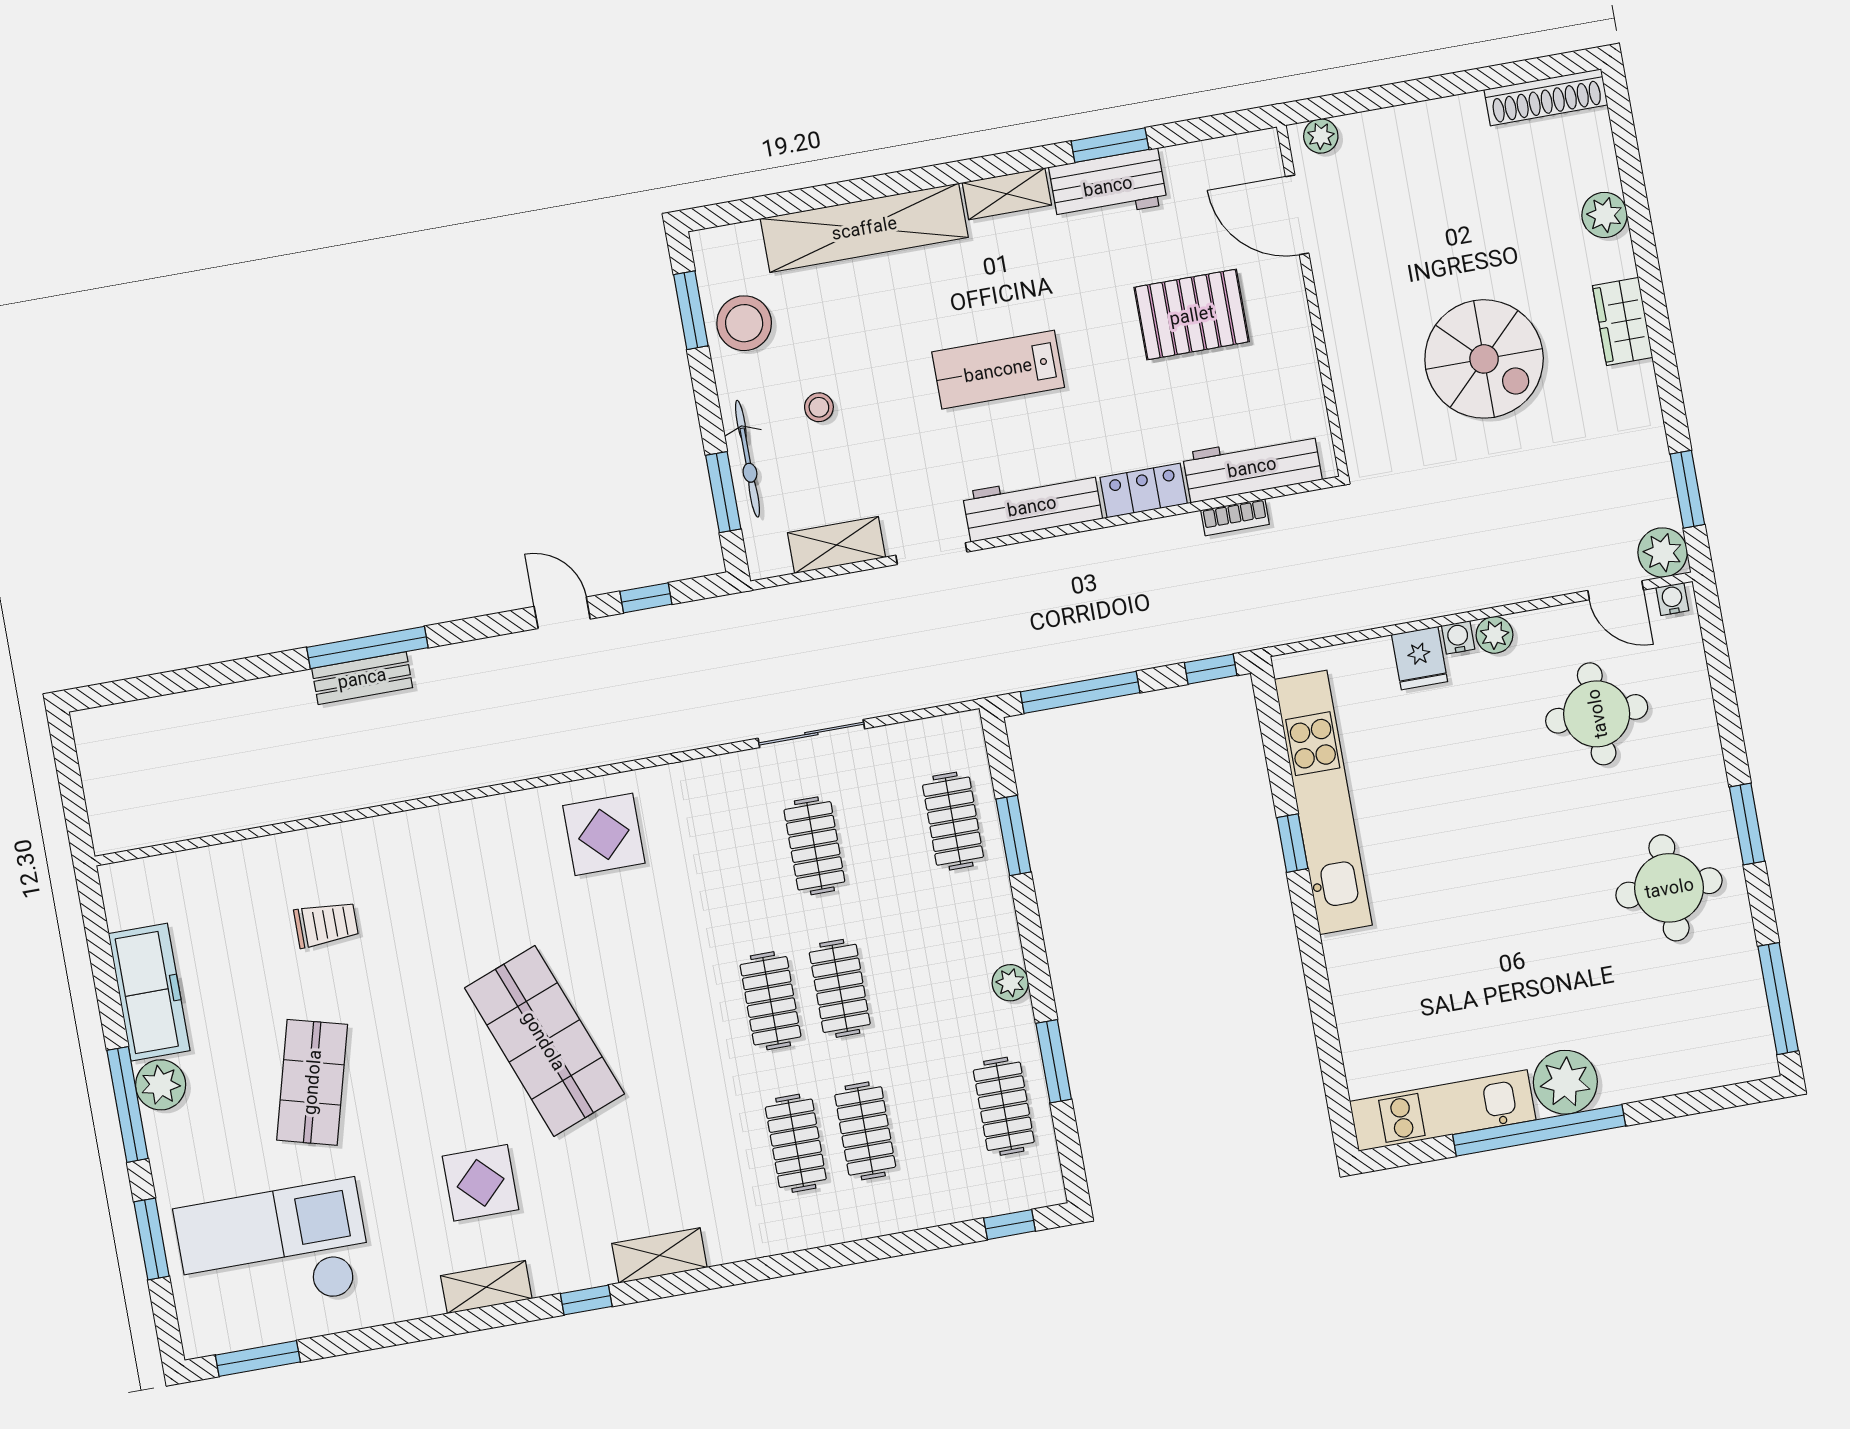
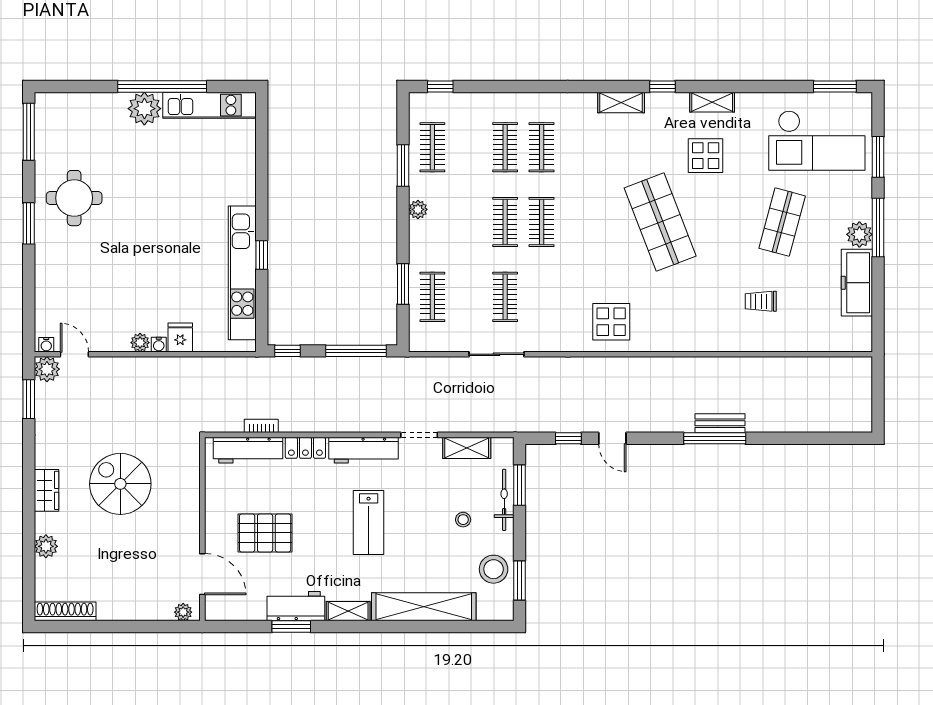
lab bench: (998, 370) -> (369, 523), turned 90
round table: (1597, 714) -> (95, 293), removed

